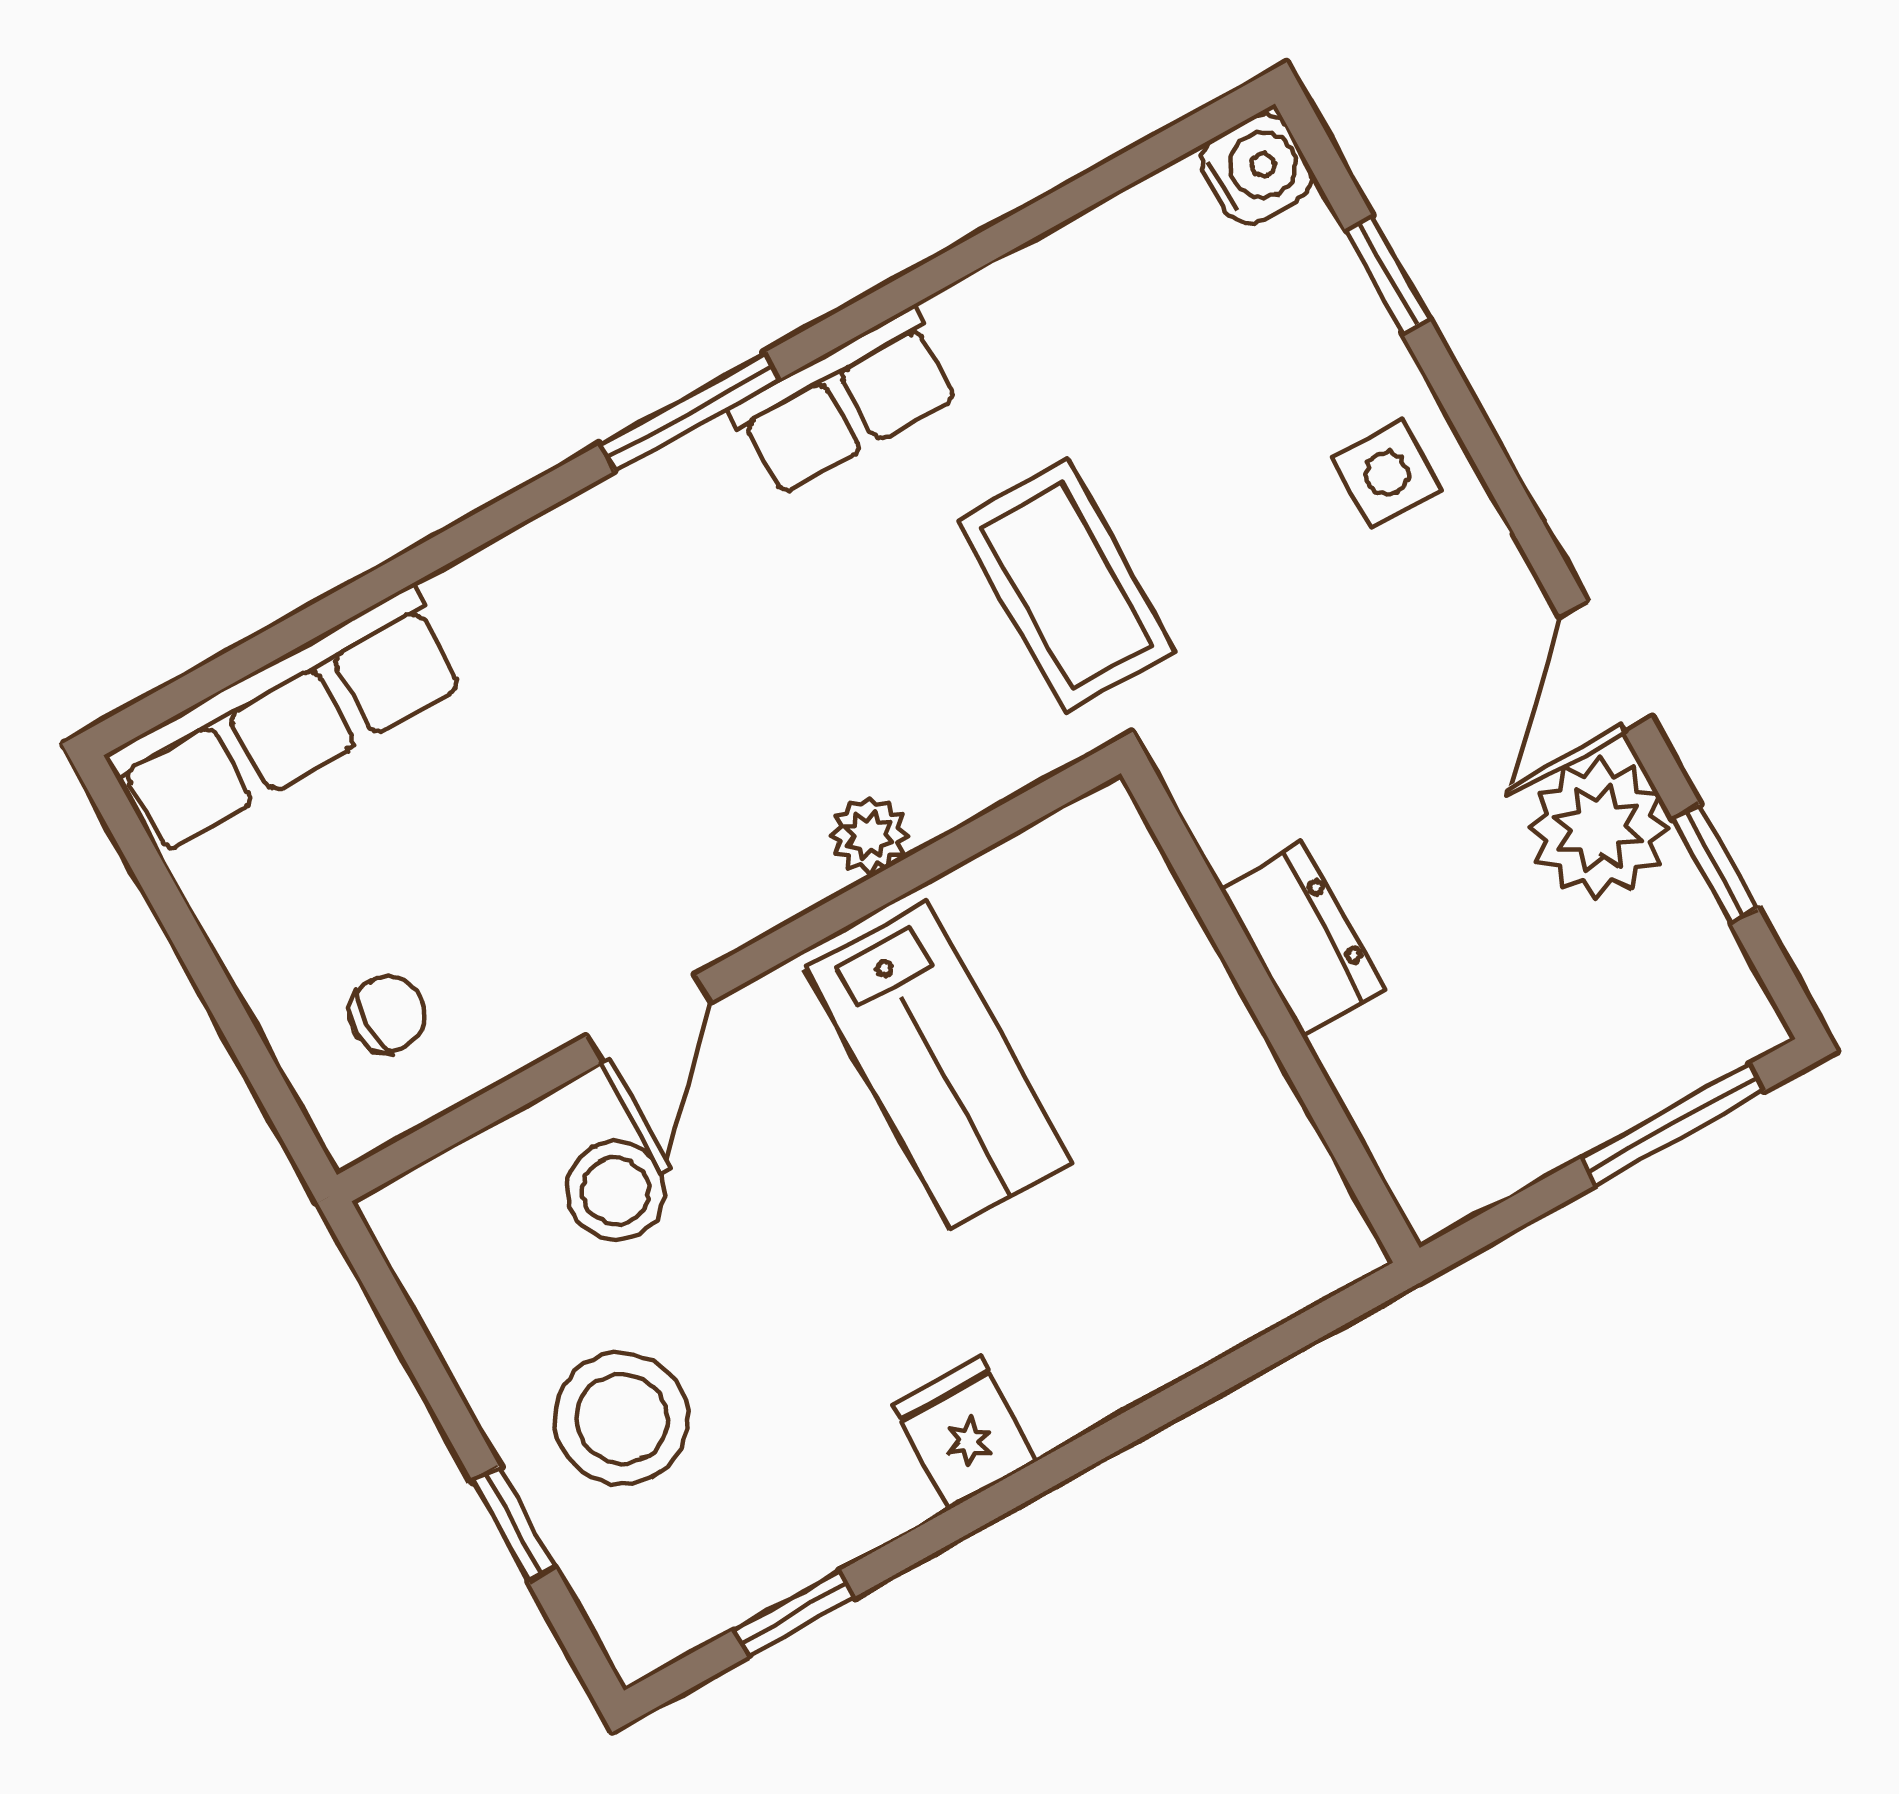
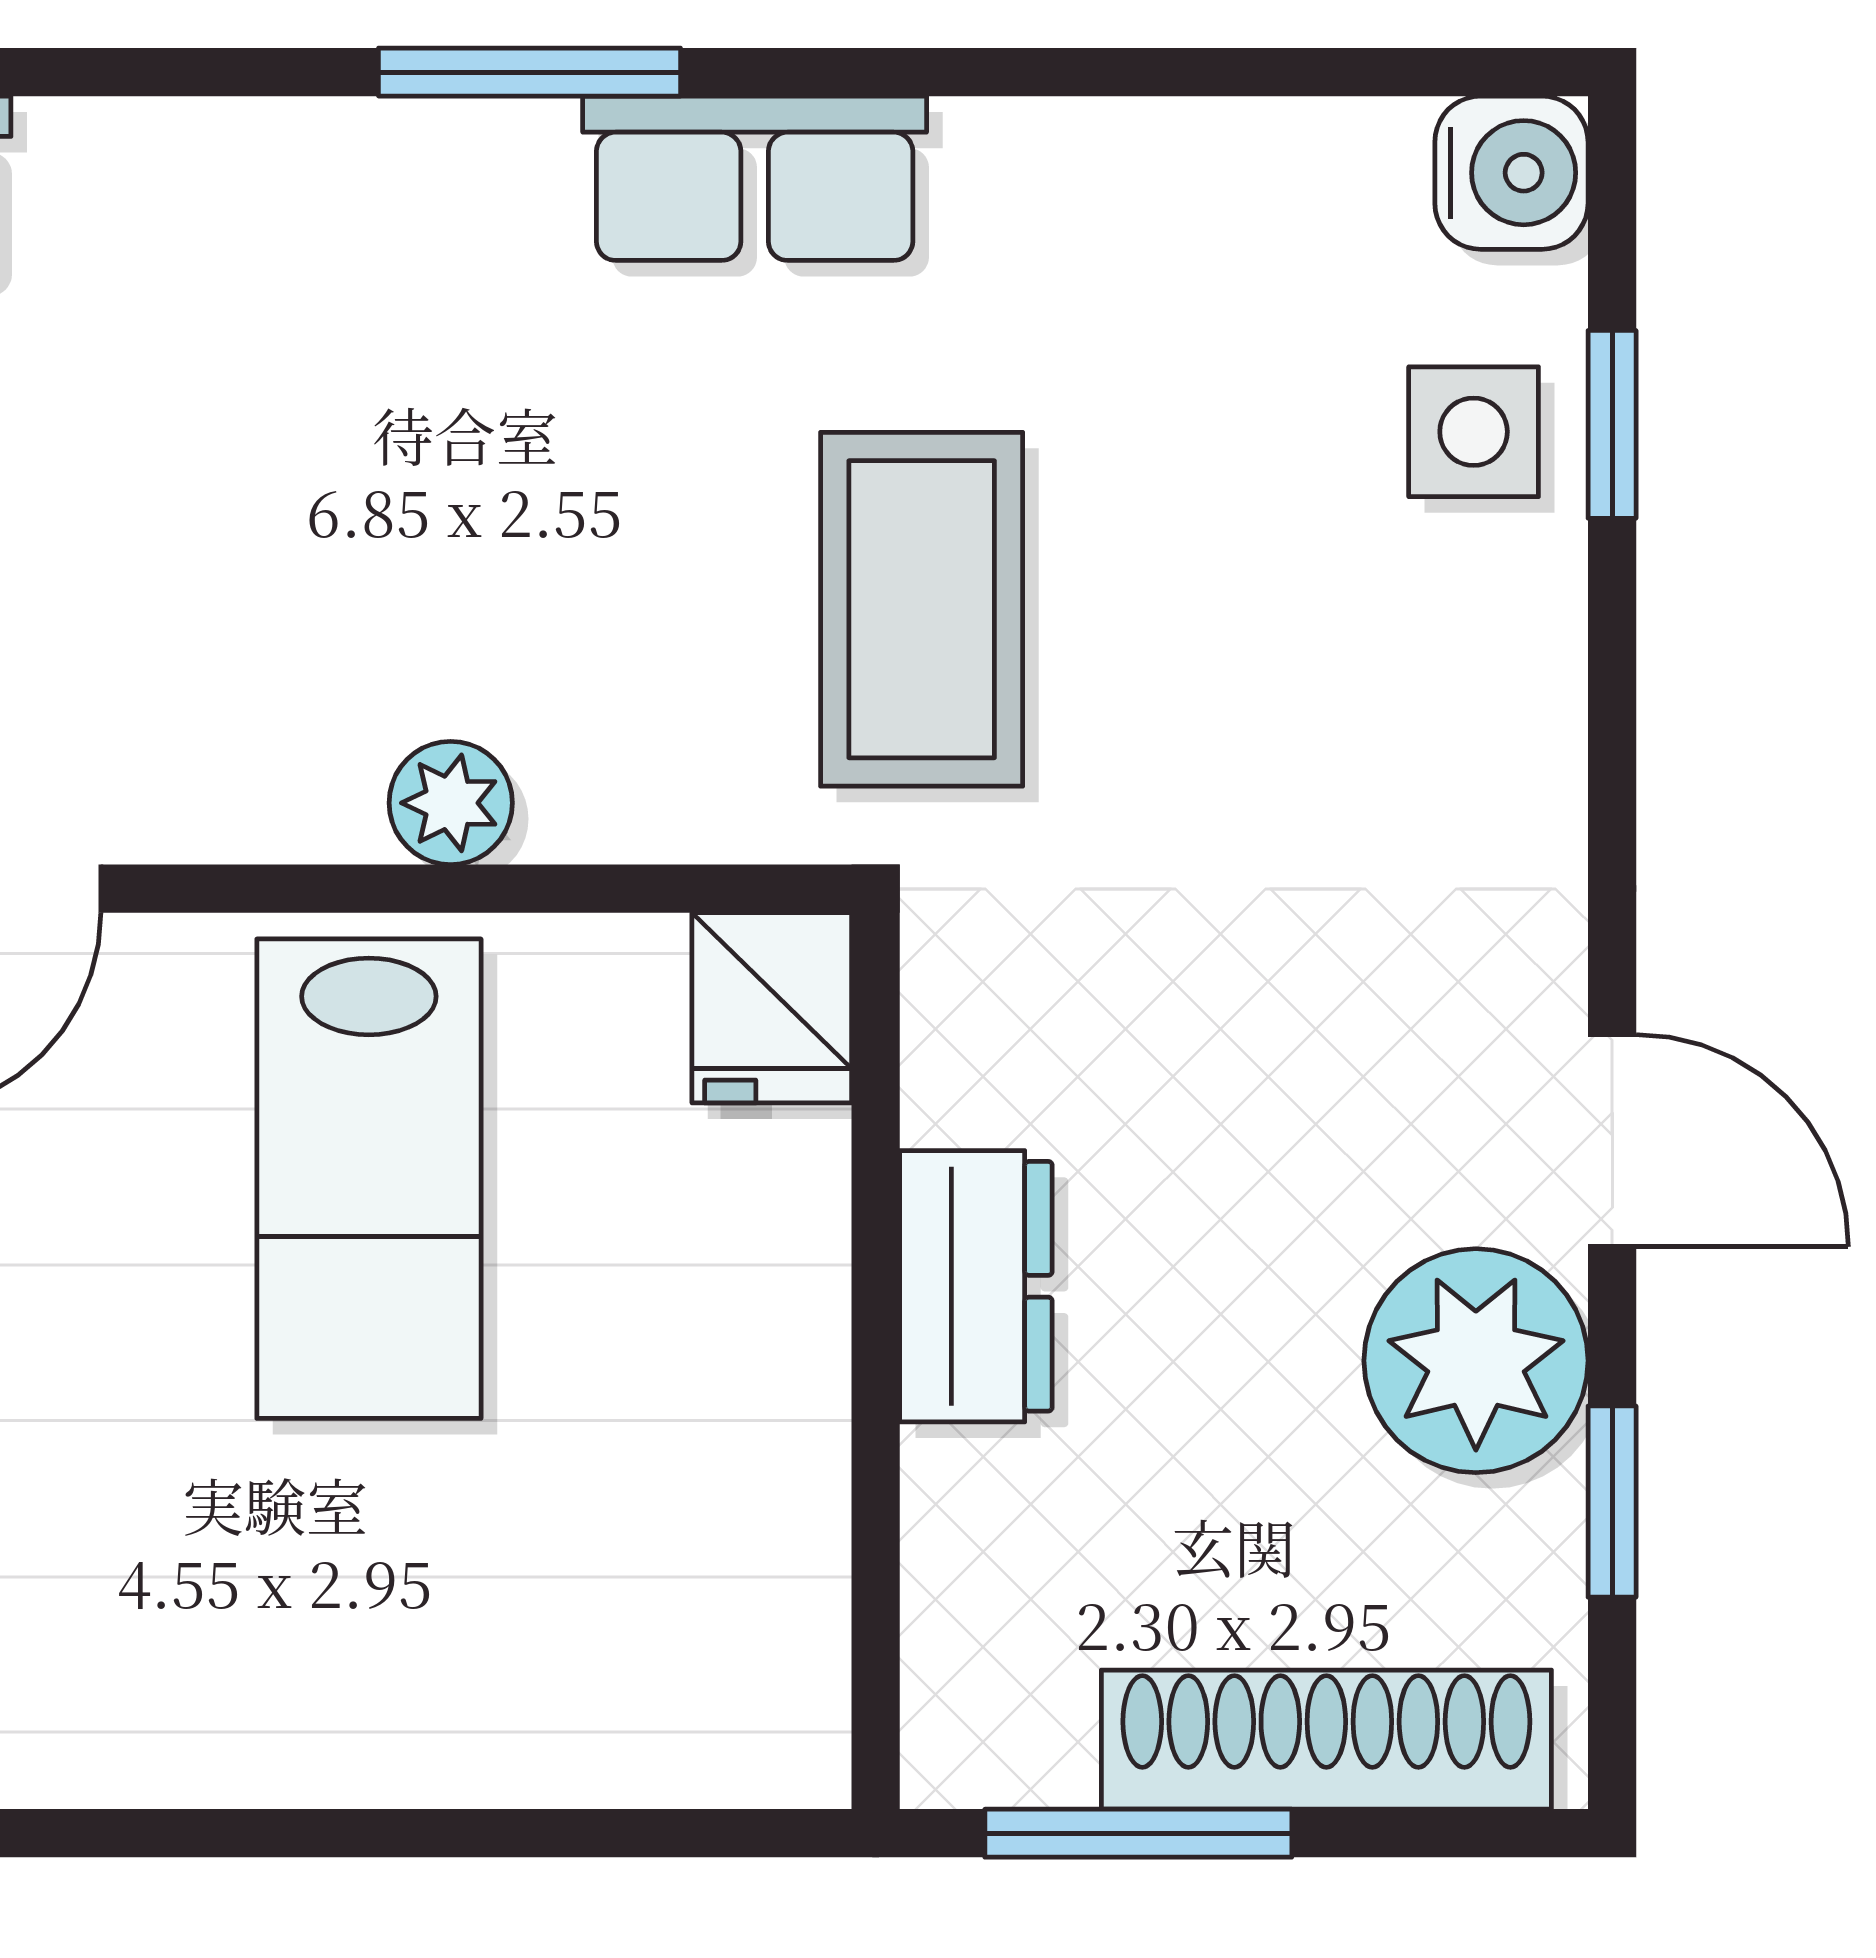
side table: (1387, 474) -> (1474, 432), moved
door: (1606, 667) -> (1612, 1141), swing flipped
shoe rack: (1632, 1080) -> (1326, 1740), added
window: (1673, 1124) -> (1138, 1833), moved
fridge: (965, 1433) -> (772, 1008), moved, turned 180

